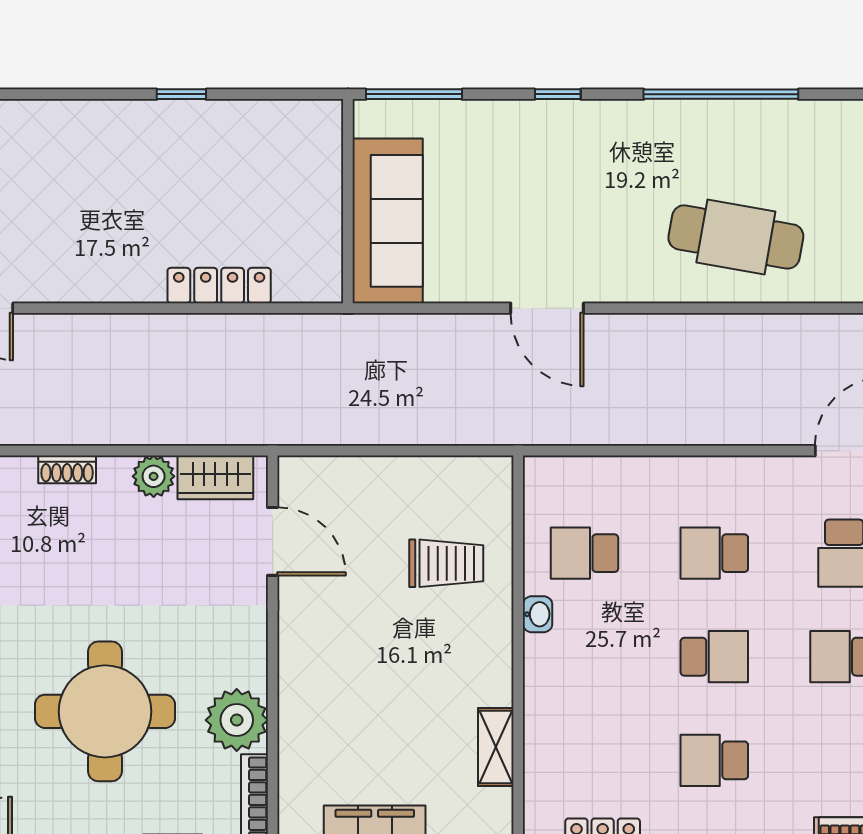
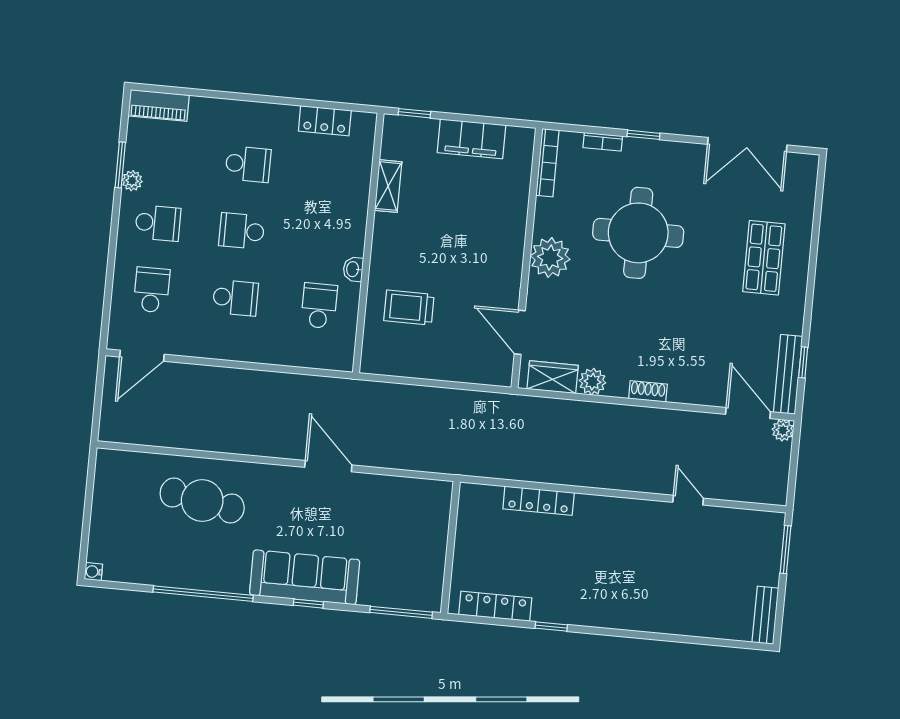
locker: (270, 117) -> (495, 606), added
sofa: (388, 221) -> (305, 577), moved, turned 90
school desk: (584, 553) -> (319, 306), turned -90
plant: (237, 720) -> (550, 257), moved

